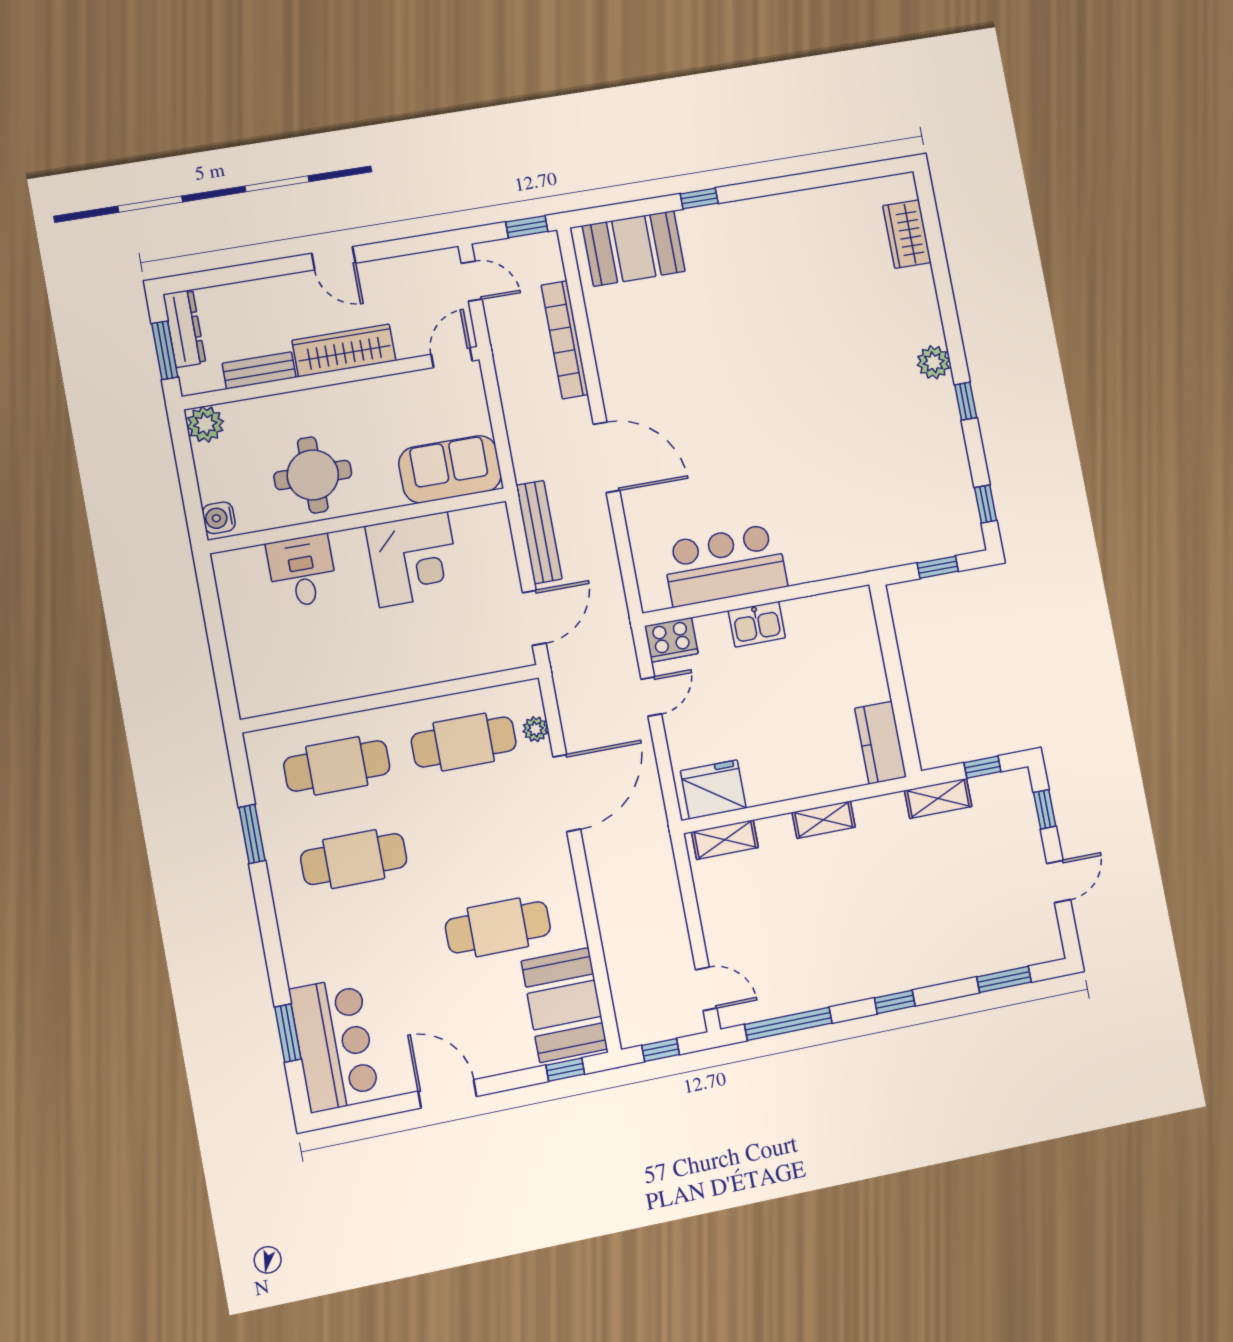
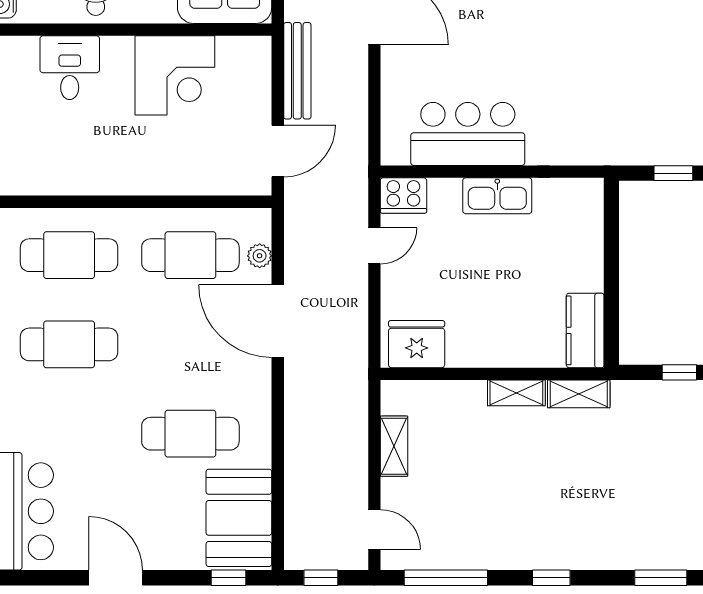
kitchen sink: (757, 624) -> (497, 196), width x1.38
door: (567, 793) -> (278, 321), swing flipped
shelving: (938, 798) -> (579, 394), moved
shelving: (725, 840) -> (394, 446), moved, turned 90

